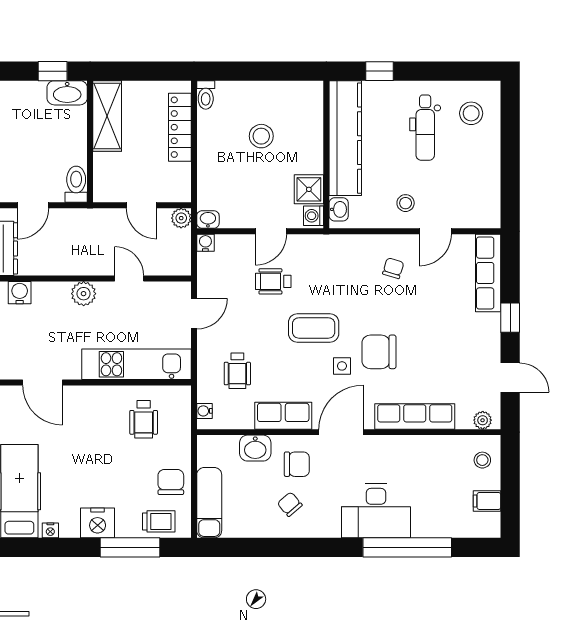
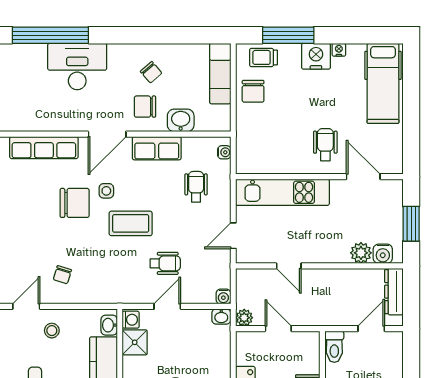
plant: (84, 294) -> (361, 253), moved
wheelchair: (144, 419) -> (325, 145), moved
nightstand: (50, 530) -> (339, 50), moved

